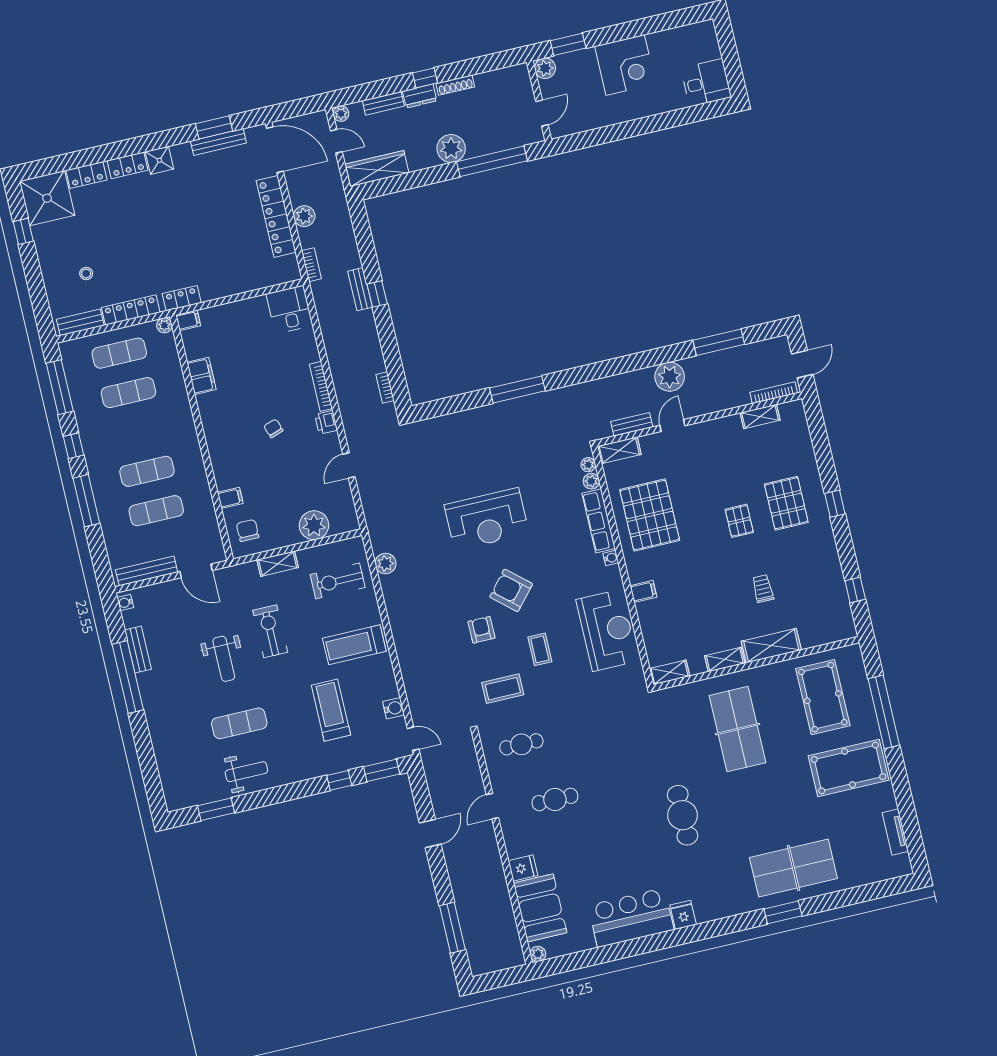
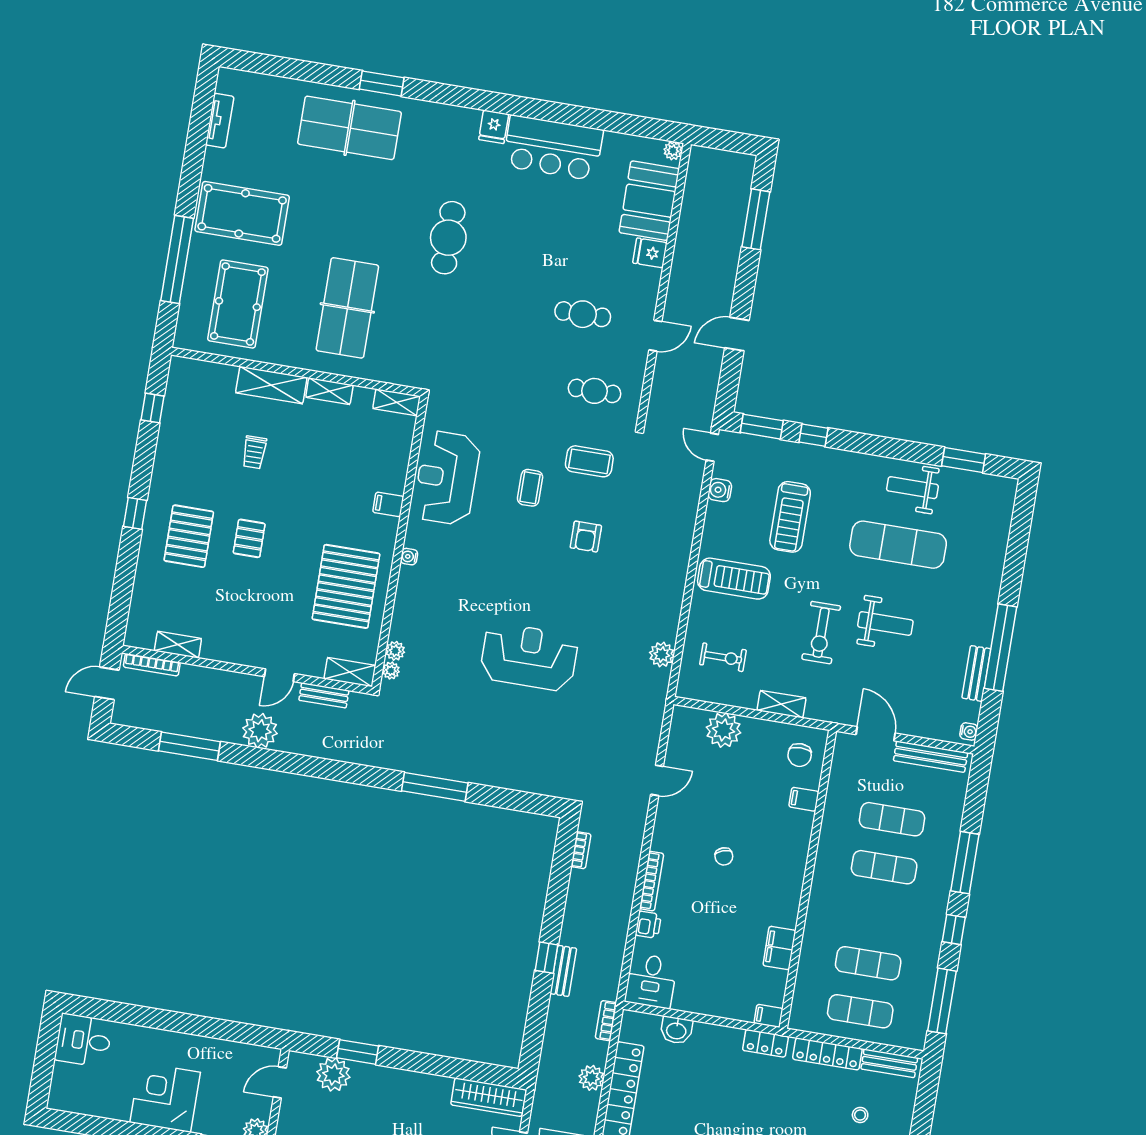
plant: (451, 149) -> (333, 1074), moved
window: (492, 161) -> (358, 1052), width x0.47
washbasin: (254, 280) -> (676, 1030), added
plant: (164, 325) -> (797, 1021), removed
printer: (326, 422) -> (648, 925), moved
row of seats: (599, 521) -> (405, 603), removed
exercise bike: (338, 581) -> (723, 657), width x0.73, depth x0.72
armchair: (511, 590) -> (535, 567), removed
weight bench: (224, 659) -> (885, 623), turned 90
exercise mat: (239, 723) -> (898, 545), width x1.36, depth x1.45

